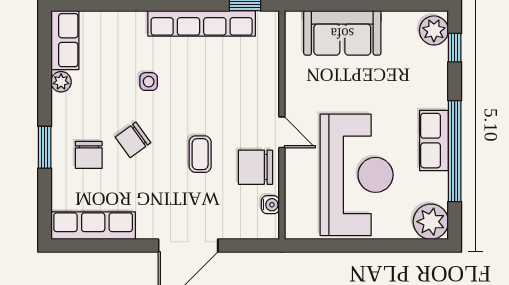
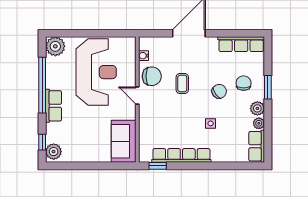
sofa: (342, 33) -> (124, 141), moved, turned -90
plant: (64, 109) -> (257, 108), added
row of seats: (434, 141) -> (54, 106), moved
reception desk: (357, 175) -> (96, 72), turned 180

